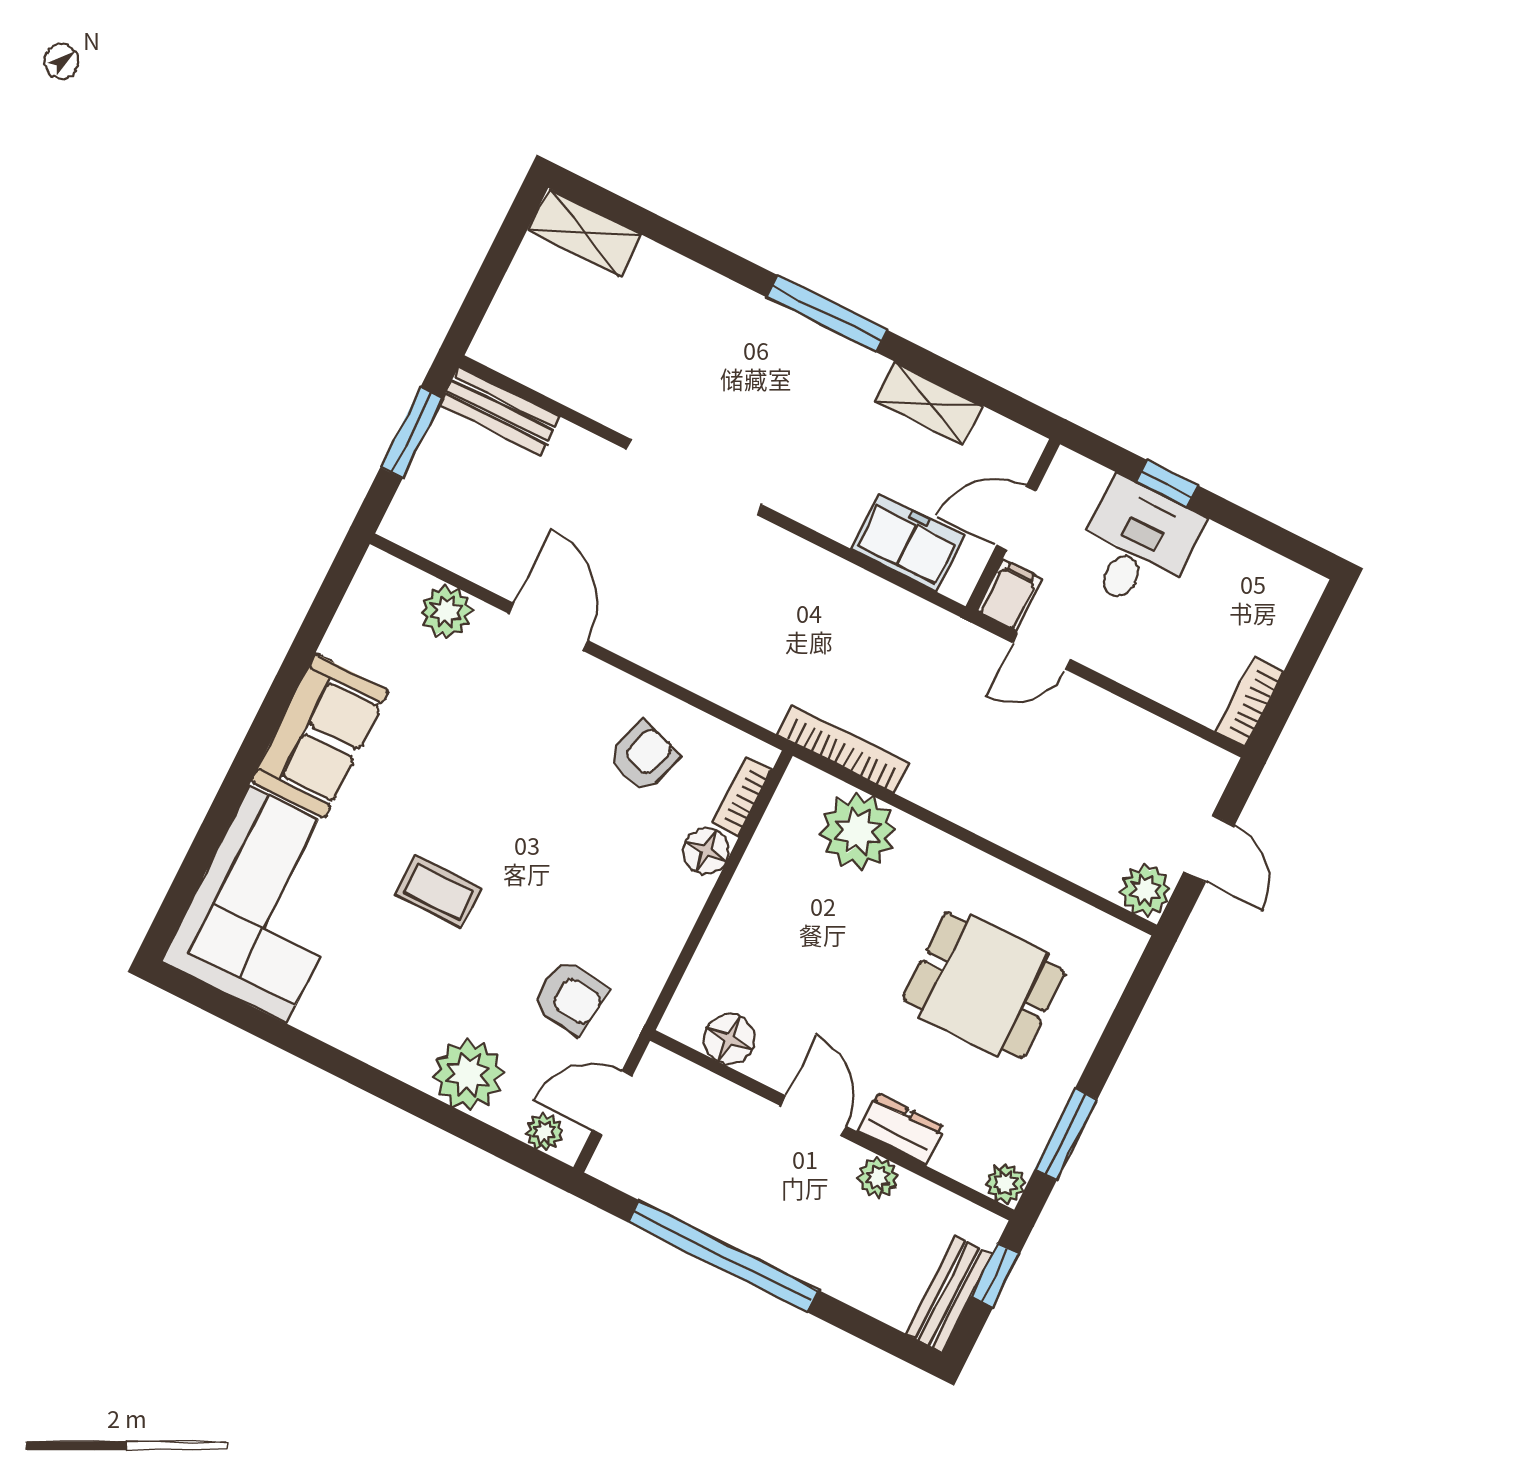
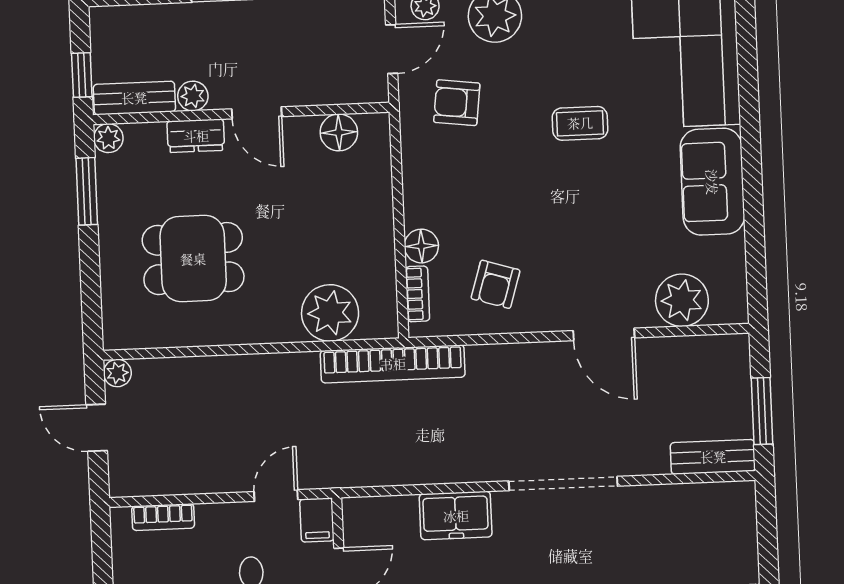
freezer: (908, 543) -> (456, 516), moved
plant: (446, 612) -> (682, 300), width x1.36, depth x1.36
bookcase: (1250, 702) -> (163, 517), moved, turned 90
bookcase: (843, 749) -> (393, 364), width x1.48, depth x1.31
plant: (1145, 890) -> (117, 373), width x0.73, depth x0.73
bench: (949, 1294) -> (134, 98), moved, turned 90

